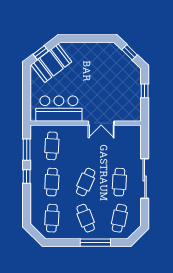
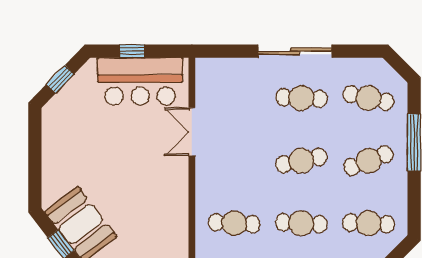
bar counter: (59, 109) -> (140, 81), moved, turned -90
double door: (101, 123) -> (192, 132), swing flipped
cafe table: (86, 182) -> (301, 161), turned -36

